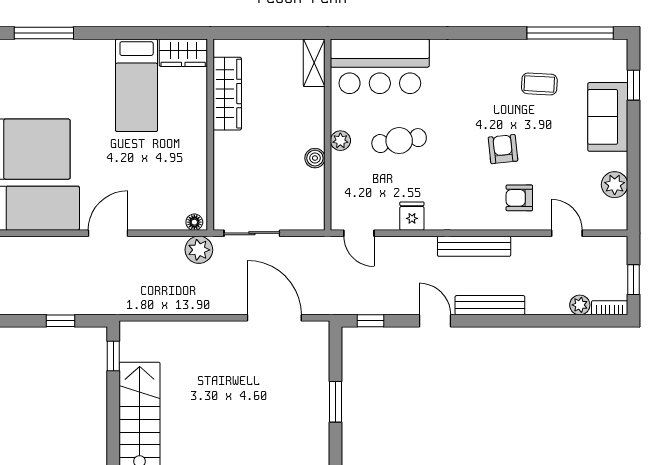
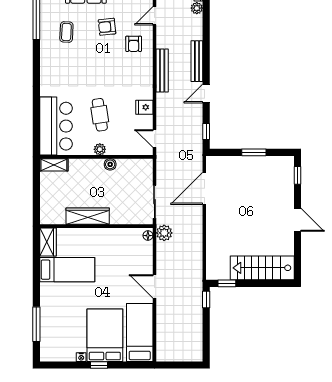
wardrobe: (227, 94) -> (88, 216), moved
armchair: (503, 149) -> (107, 27), moved
door: (359, 233) -> (154, 138), swing flipped
window: (60, 321) -> (206, 299), moved

